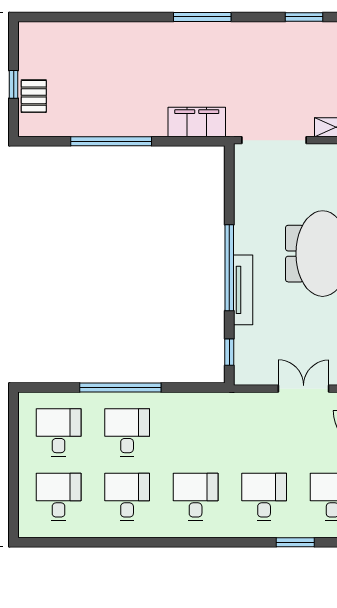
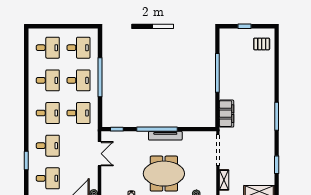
pallet: (34, 96) -> (262, 44), moved
tv unit: (243, 290) -> (165, 136), moved
double door: (304, 389) -> (100, 154), moved
desk: (196, 433) -> (78, 113), added

